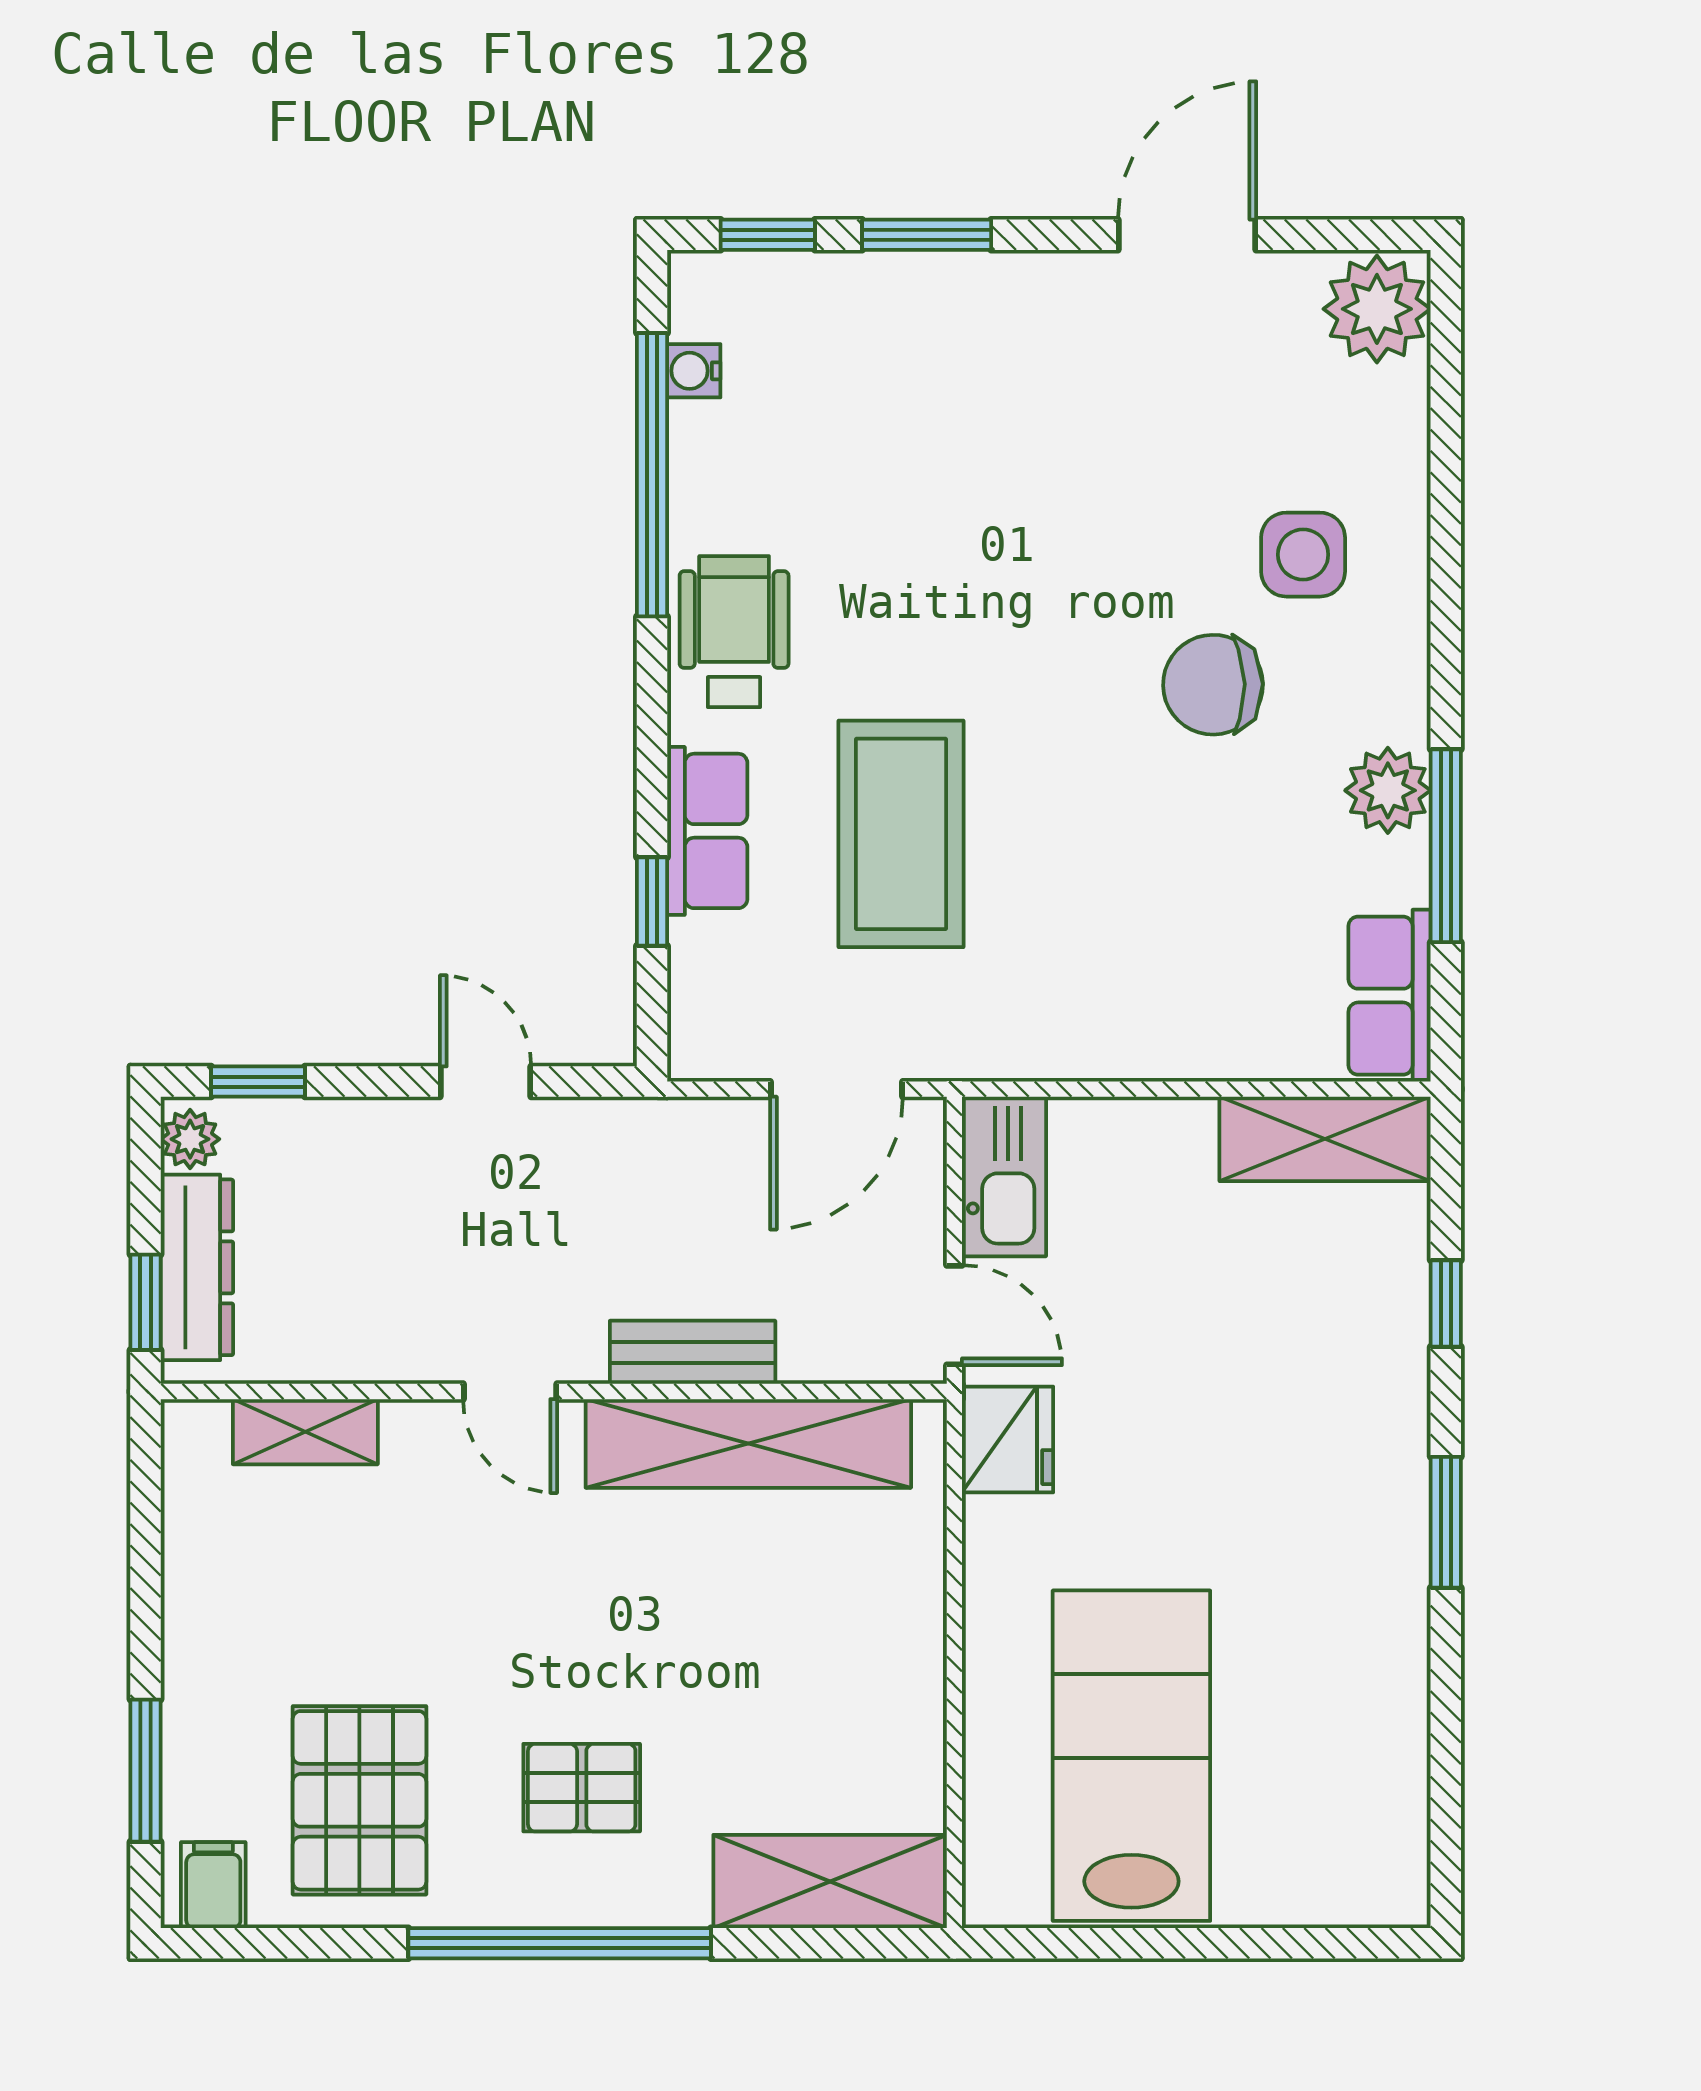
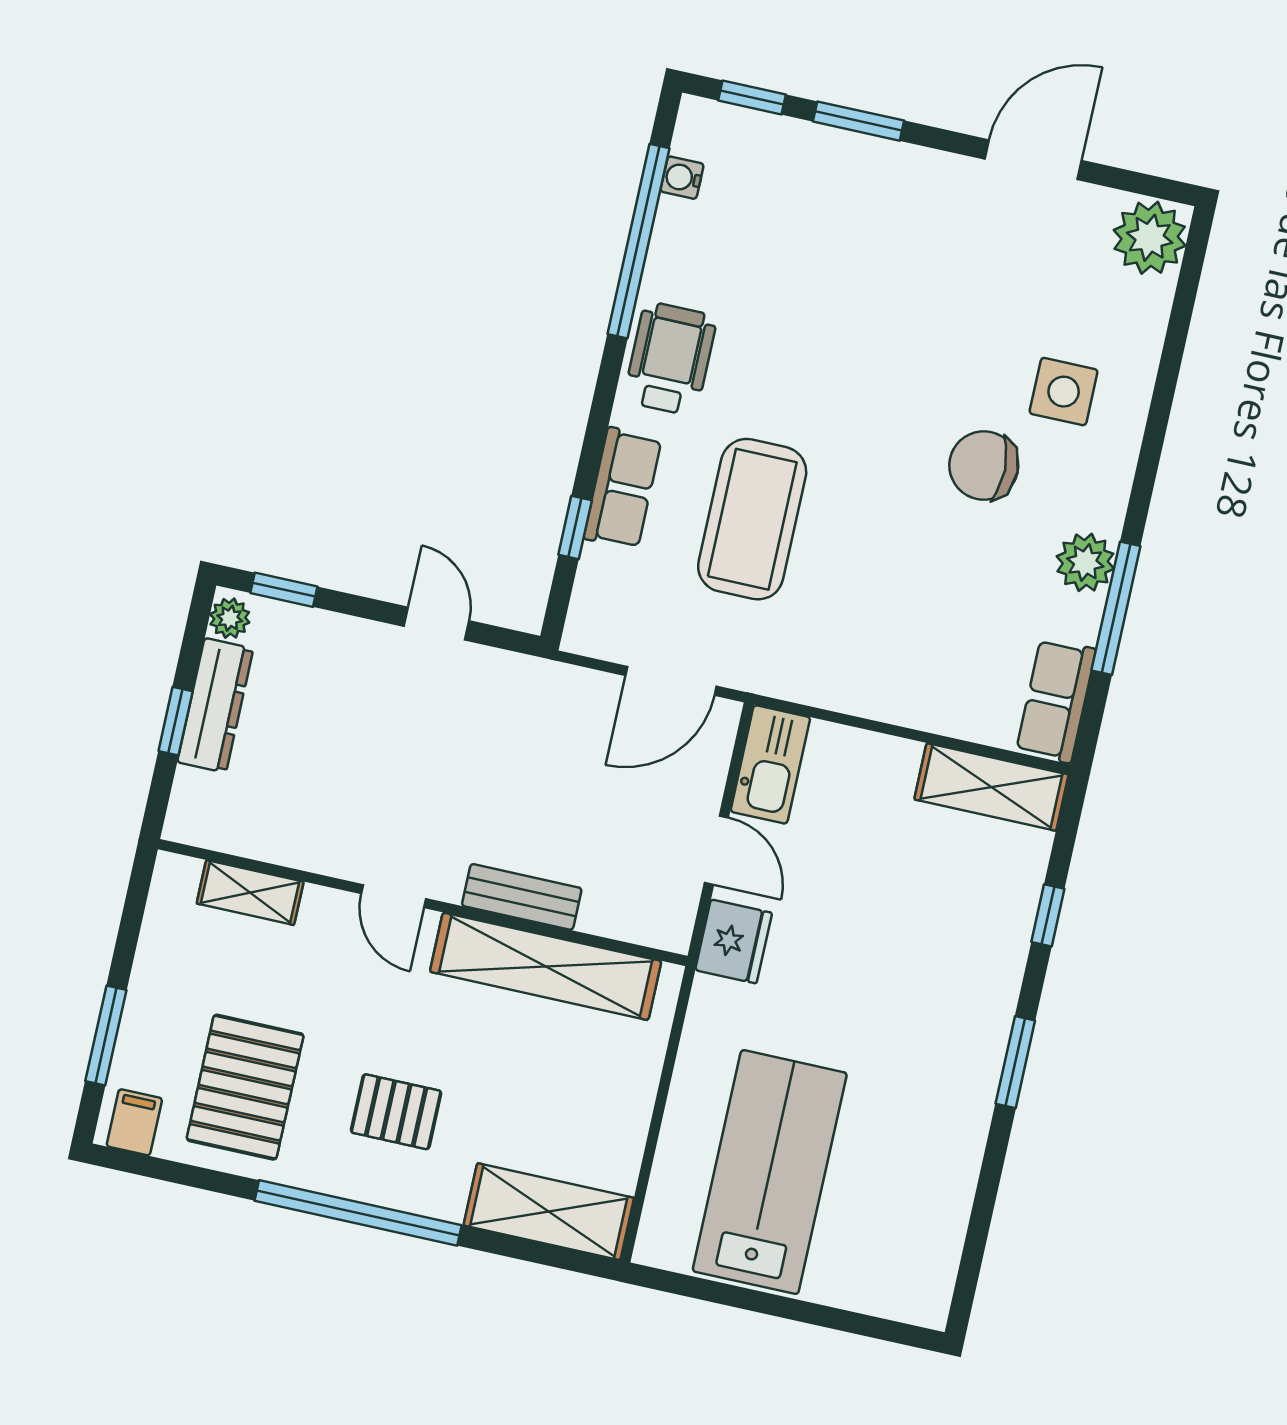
bench: (693, 1352) -> (522, 897), moved
door: (510, 1391) -> (393, 896), moved
wall: (554, 1391) -> (423, 903), moved
shelving: (305, 1432) -> (250, 893), moved
shelving: (748, 1443) -> (546, 966), moved

